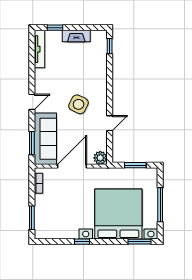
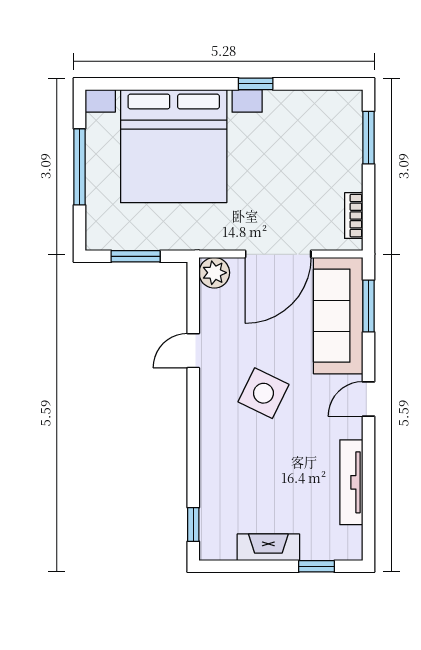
tv unit: (40, 49) -> (351, 482), moved
window: (139, 242) -> (126, 84), removed

